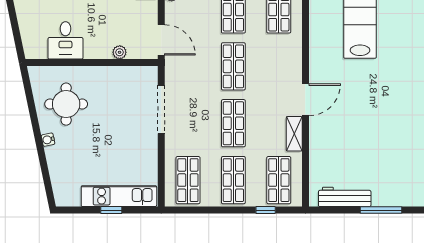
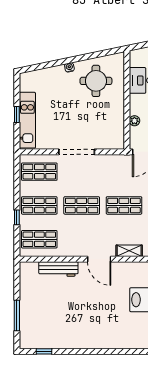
doorway: (161, 110) -> (77, 152), moved
shelving: (294, 134) -> (129, 251), moved
workbench: (345, 197) -> (58, 269), moved, turned 90
window: (266, 210) -> (17, 217), moved

